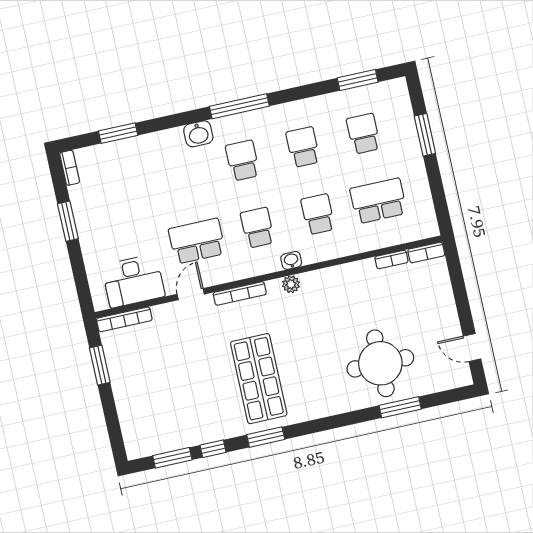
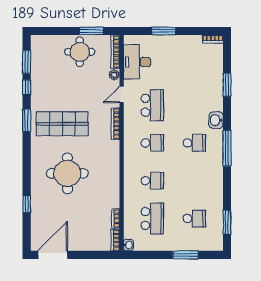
window: (118, 133) -> (227, 85), moved
school desk: (303, 147) -> (194, 181), removed
window: (68, 221) -> (164, 31), moved
washbasin: (291, 260) -> (128, 245), moved
plant: (291, 284) -> (114, 75), moved
door: (191, 294) -> (122, 94), swing flipped
door: (472, 347) -> (53, 255), width x1.87
round table: (380, 363) -> (67, 173), moved
round table: (137, 376) -> (80, 52), added
window: (400, 407) -> (27, 204), width x0.67

